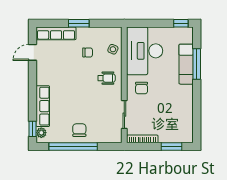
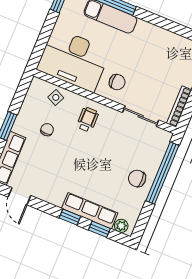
window: (33, 94) -> (70, 217), added
window: (33, 129) -> (99, 229), moved
window: (73, 146) -> (162, 173), moved

